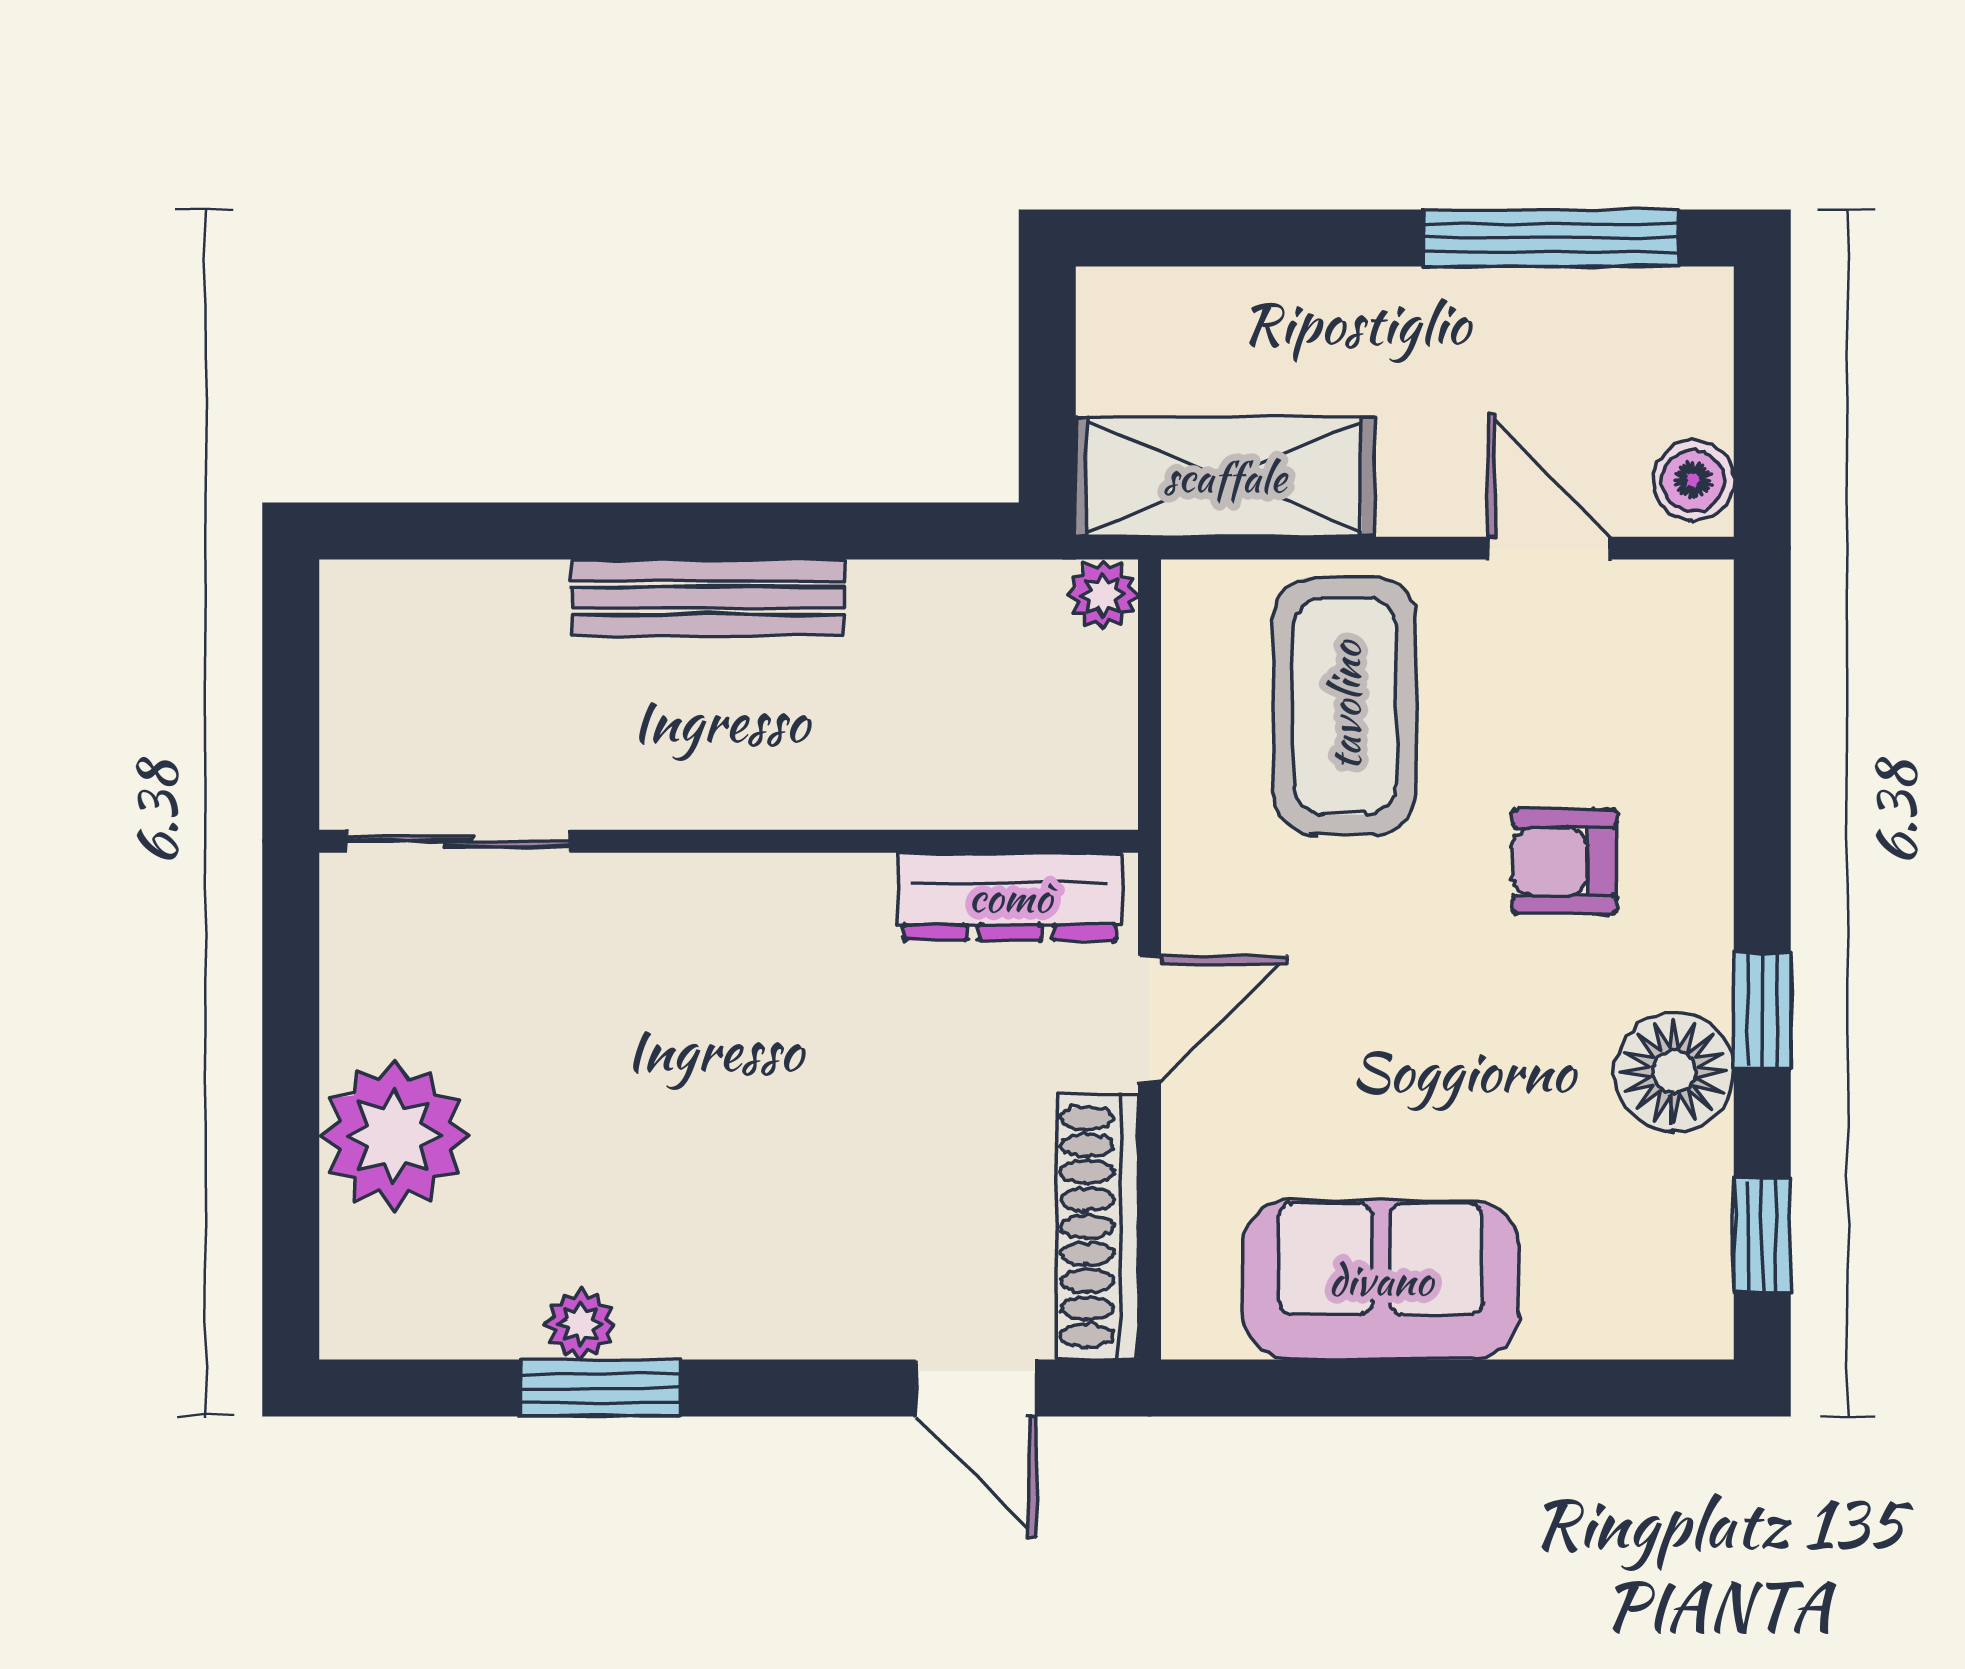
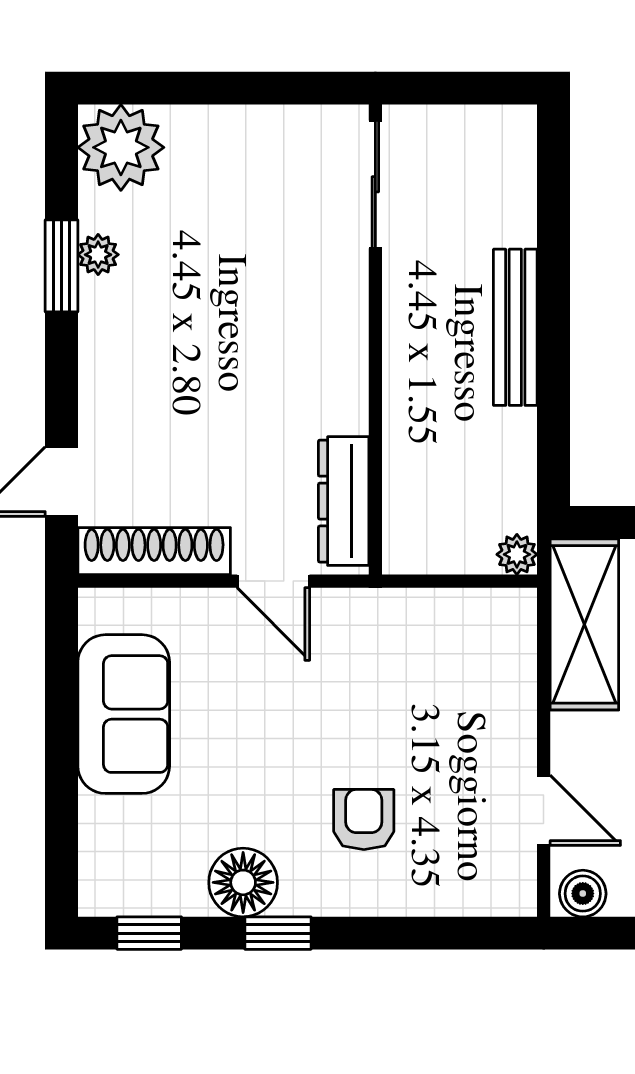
door: (1548, 548) -> (544, 810), hinge flipped
coffee table: (1345, 706) -> (453, 693), removed
plant: (394, 1136) -> (121, 147), moved

